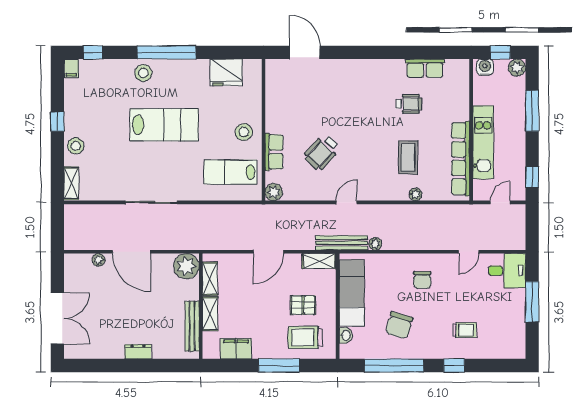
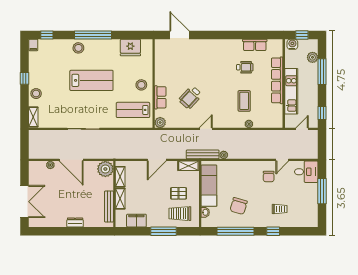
plant: (517, 68) -> (312, 57), moved
row of seats: (461, 159) -> (277, 80), moved
chair: (422, 280) -> (269, 176), moved

